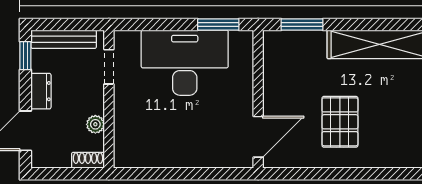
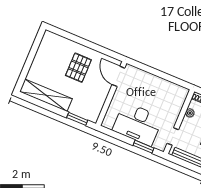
window: (218, 25) -> (144, 147), moved
door: (258, 137) -> (118, 76), hinge flipped

